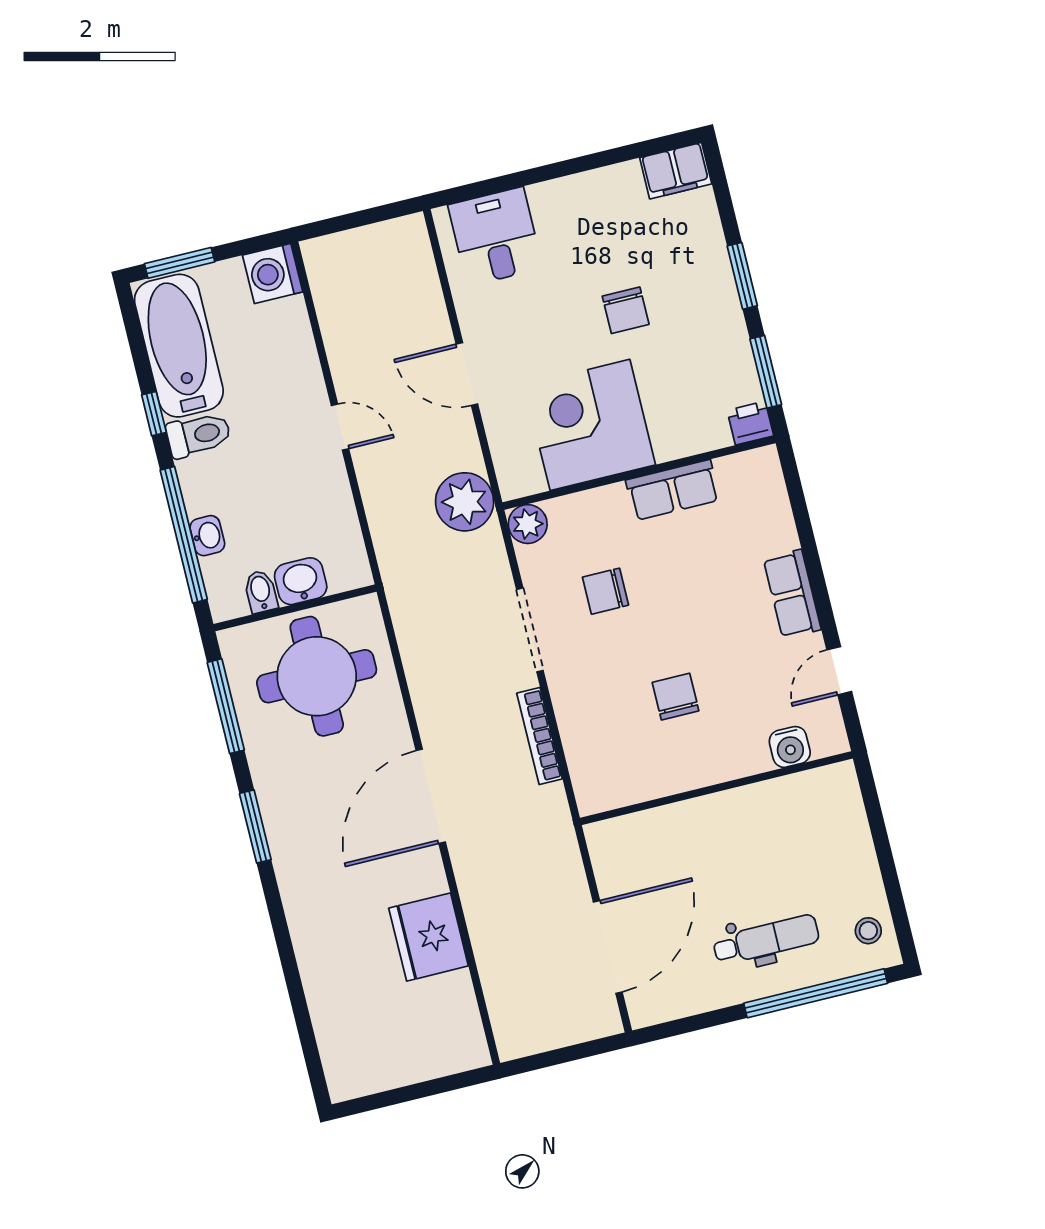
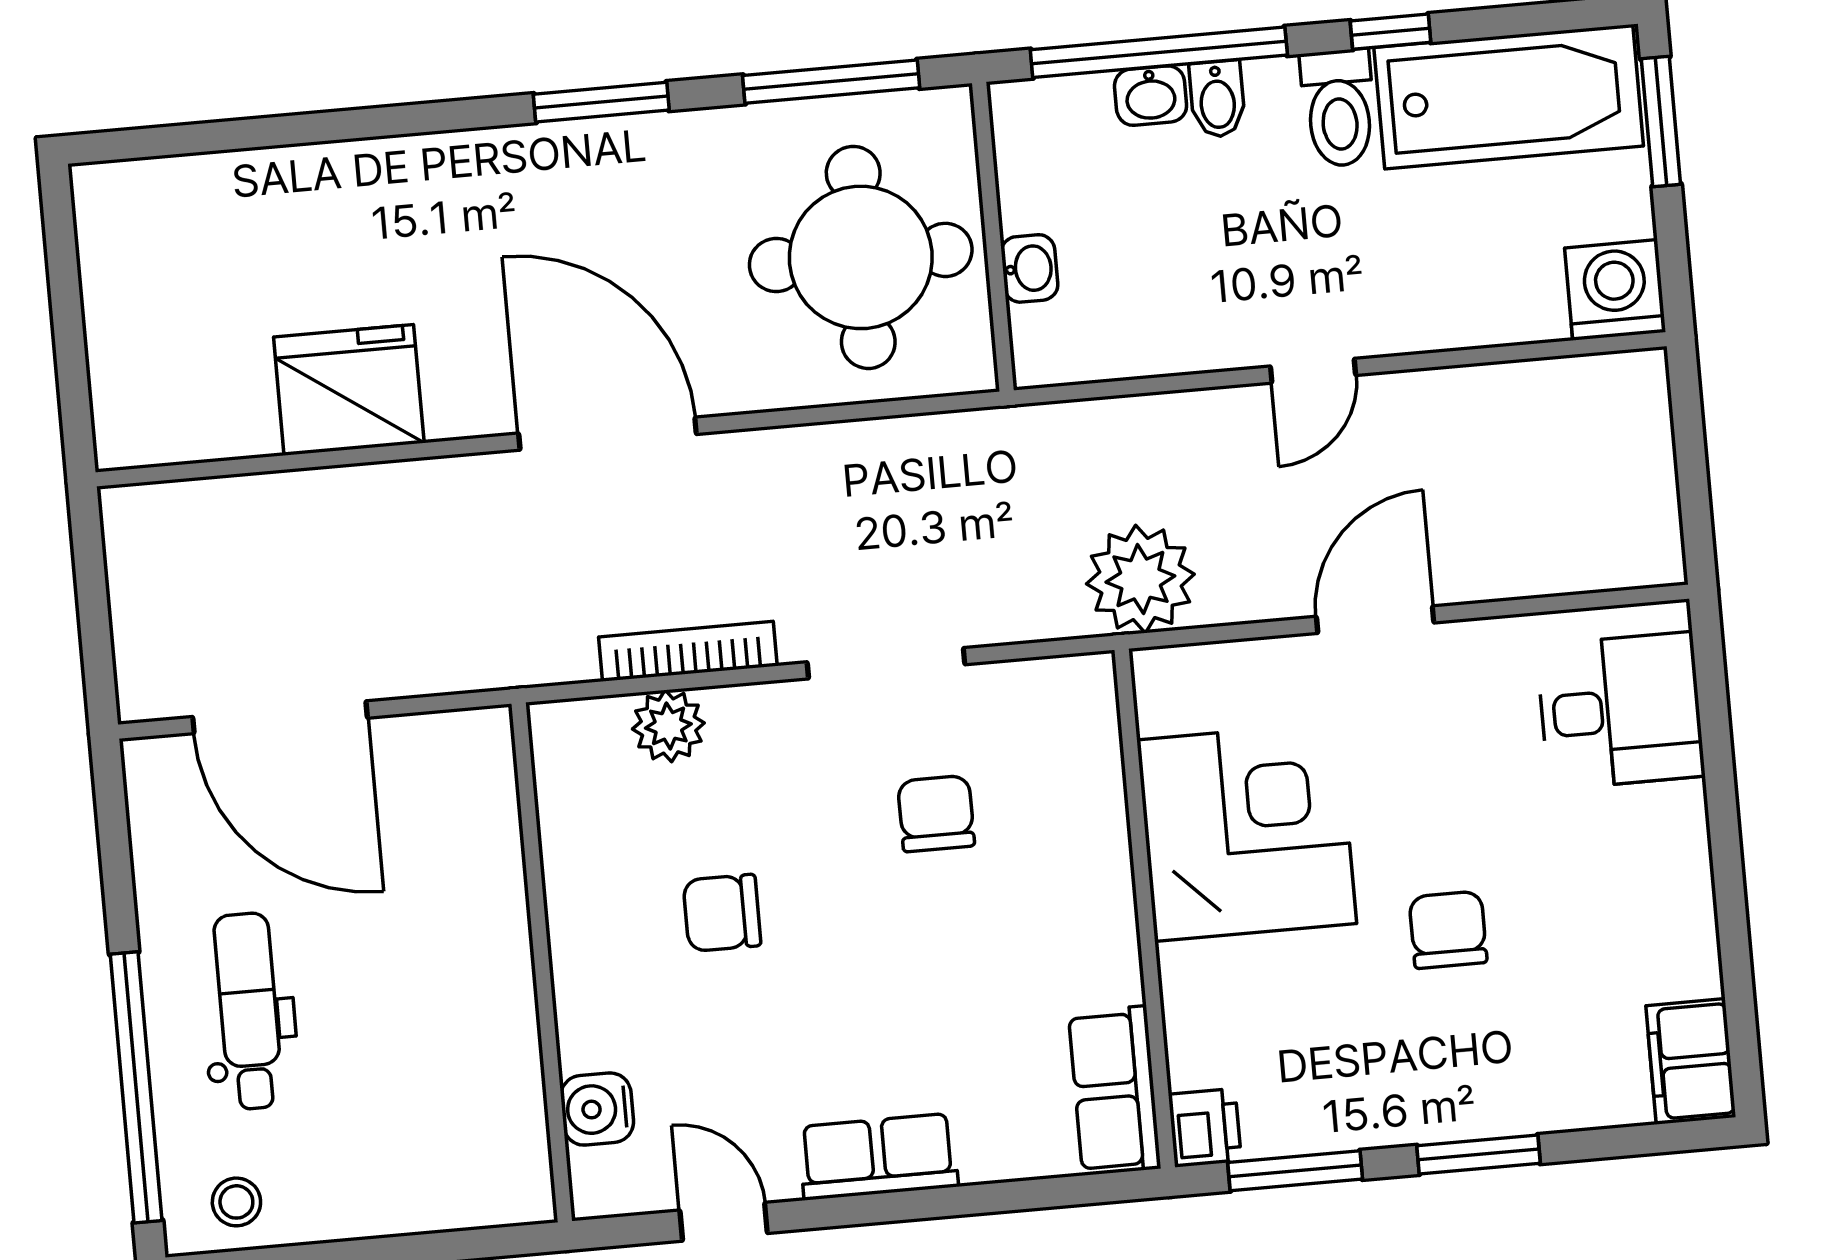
chair: (626, 310) -> (1448, 930), turned 90
row of seats: (673, 490) -> (1115, 1091), moved
plant: (528, 524) -> (668, 726), moved
washbasin: (301, 581) -> (1030, 268), width x0.72, depth x0.69
bidet: (261, 592) -> (1217, 99), moved, turned 90
chair: (676, 697) -> (722, 913), turned 180
dental chair: (766, 940) -> (249, 1011), turned 180

